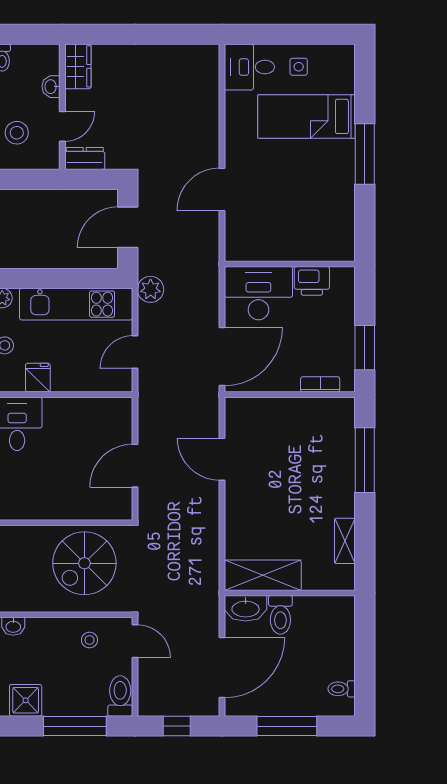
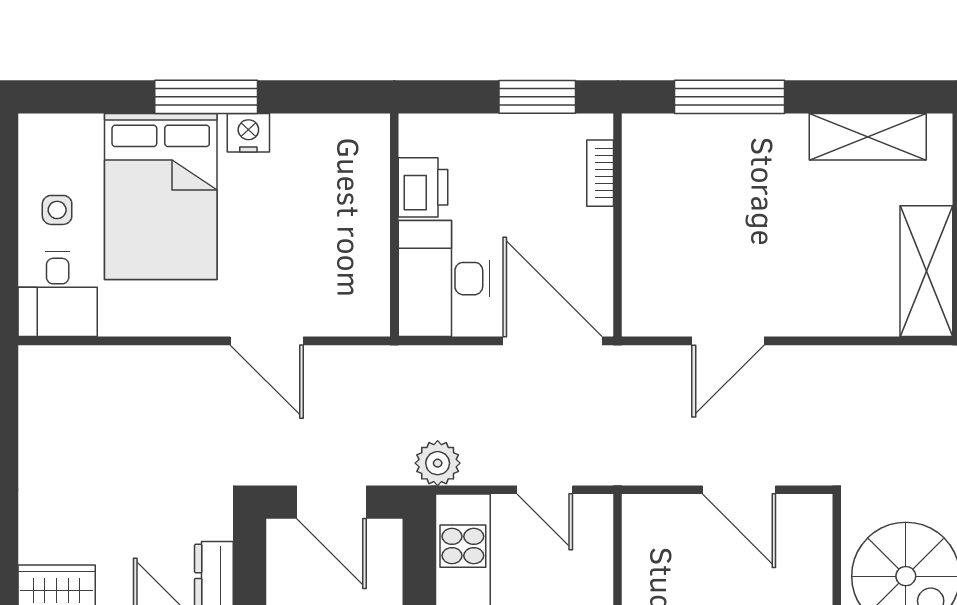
bed: (306, 116) -> (161, 197), width x1.50
nightstand: (344, 179) -> (248, 133), added
shelving: (345, 541) -> (868, 137), width x1.50, depth x1.33

